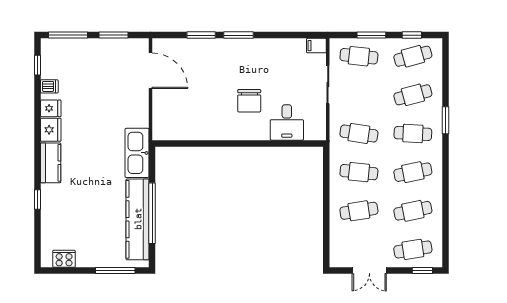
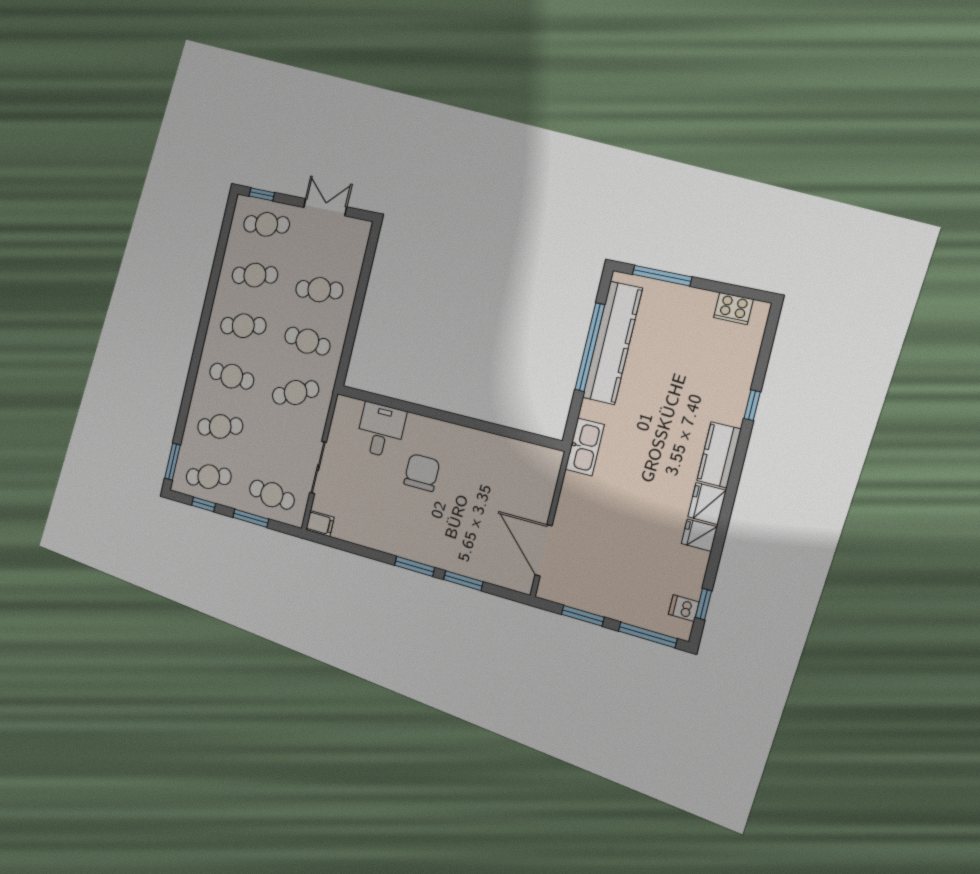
dishwasher: (49, 86) -> (684, 608), moved
window: (446, 120) -> (172, 462), moved
cafe table: (359, 133) -> (295, 392), turned -33
kitchen sink: (137, 153) -> (585, 447), width x0.73, depth x0.81

